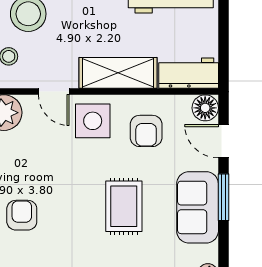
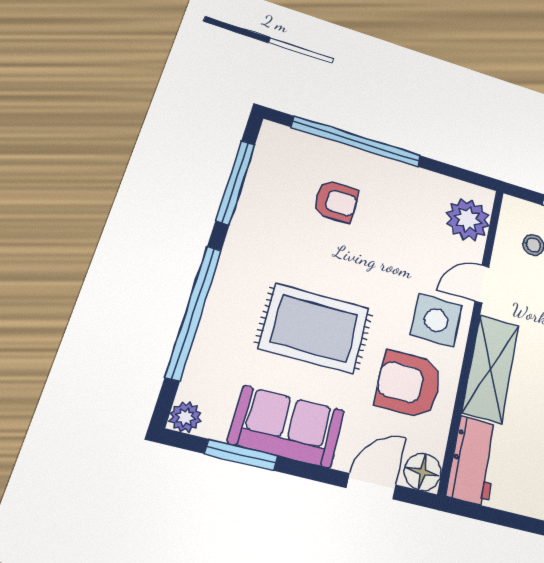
armchair: (146, 131) -> (408, 384), width x1.38, depth x1.38
window: (223, 197) -> (241, 455), moved
rug: (124, 206) -> (314, 328), width x1.36, depth x1.43

